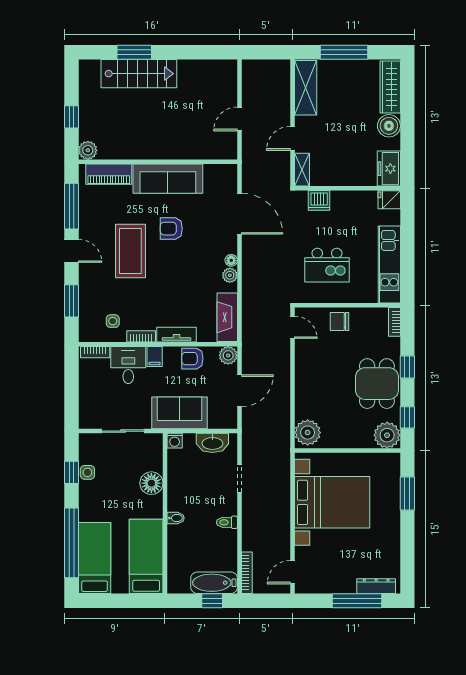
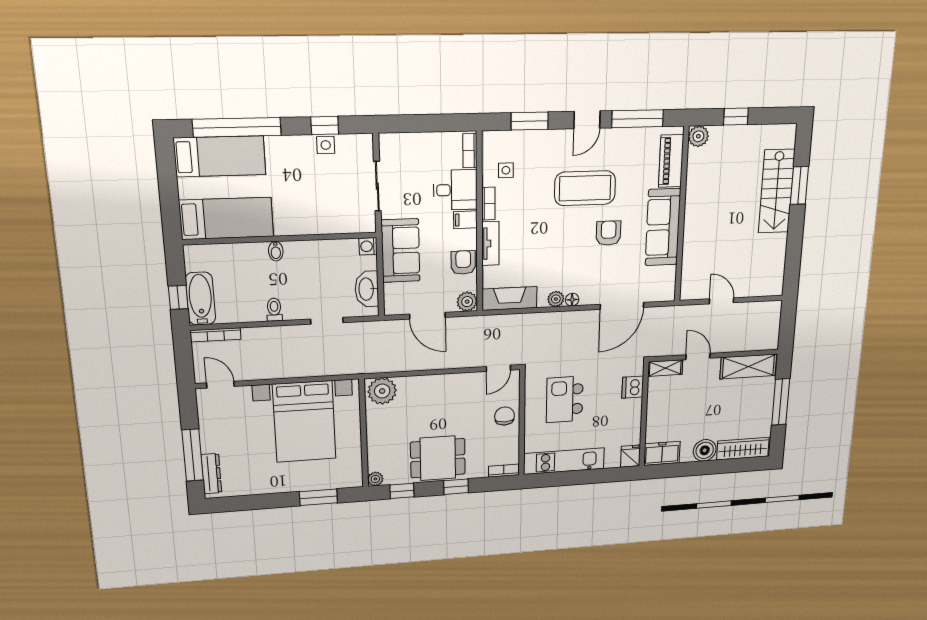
plant: (387, 435) -> (375, 479), width x0.53, depth x0.53
floor lamp: (151, 483) -> (316, 221), removed

